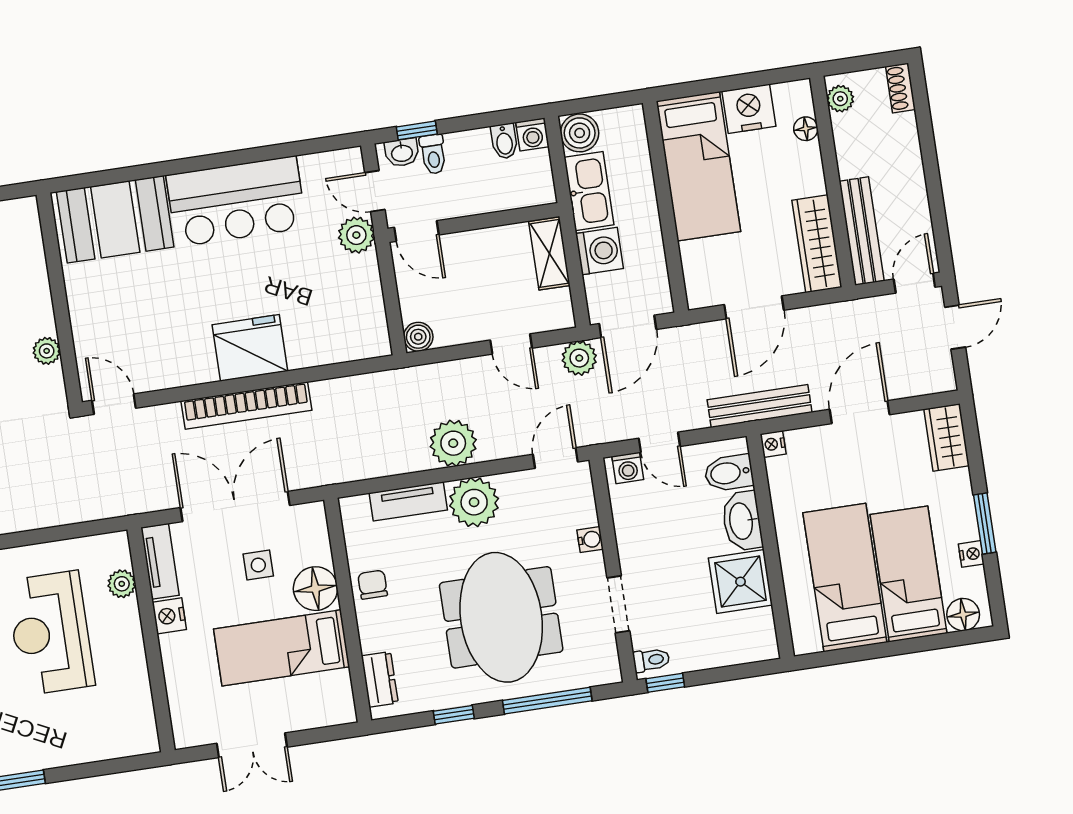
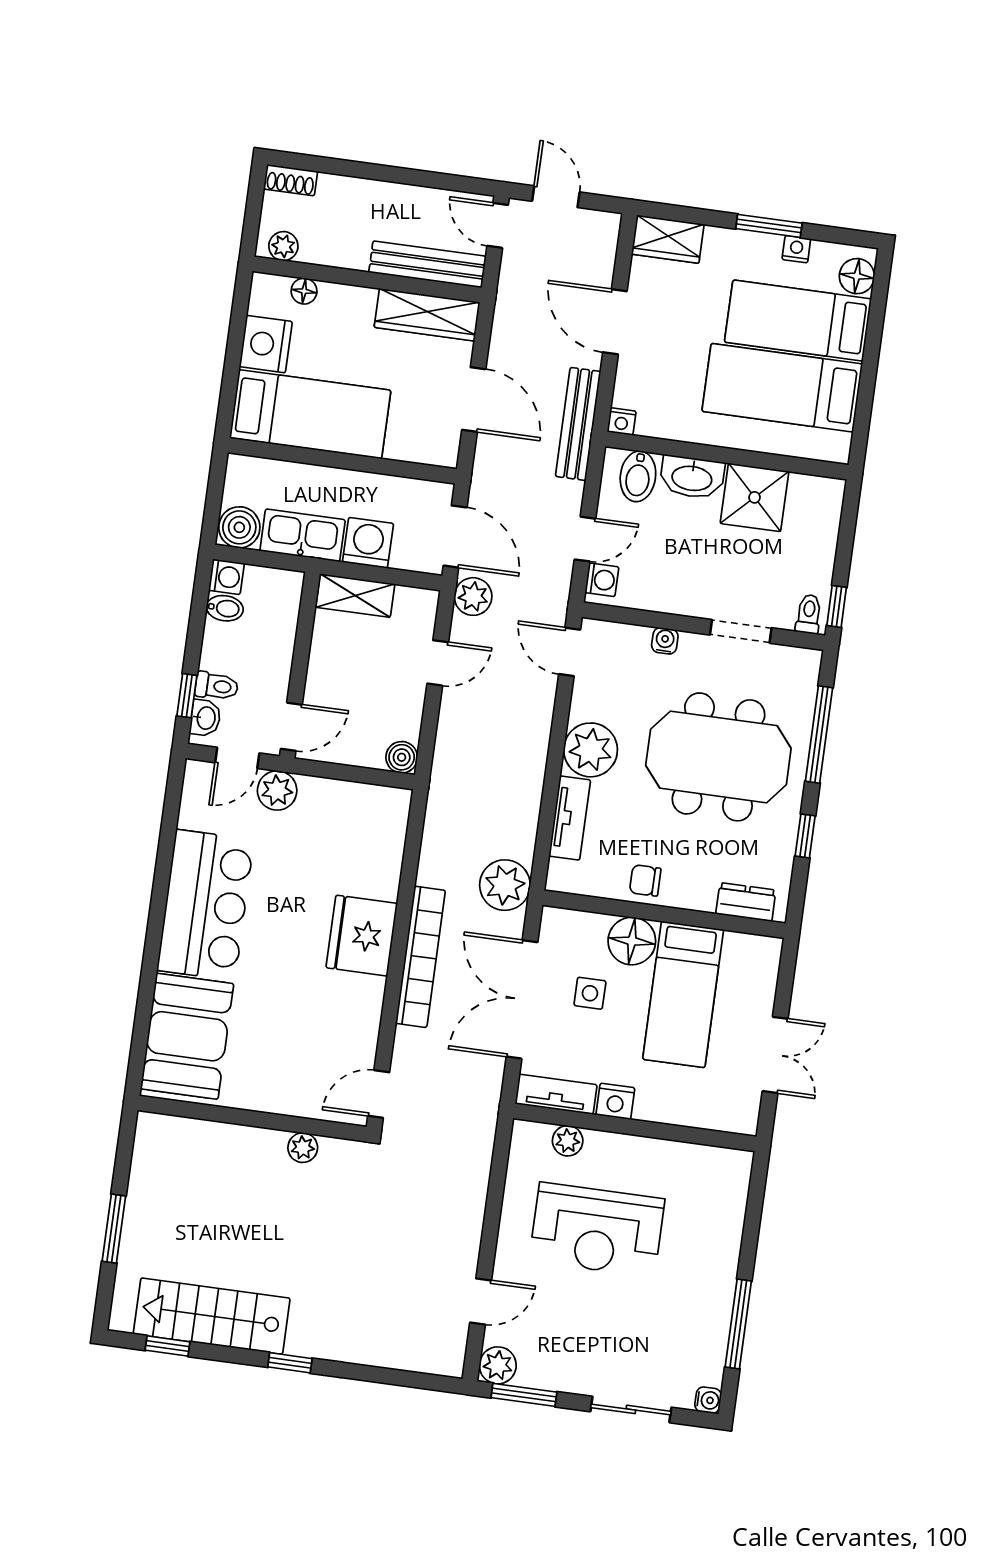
plant: (453, 443) -> (505, 885), moved

